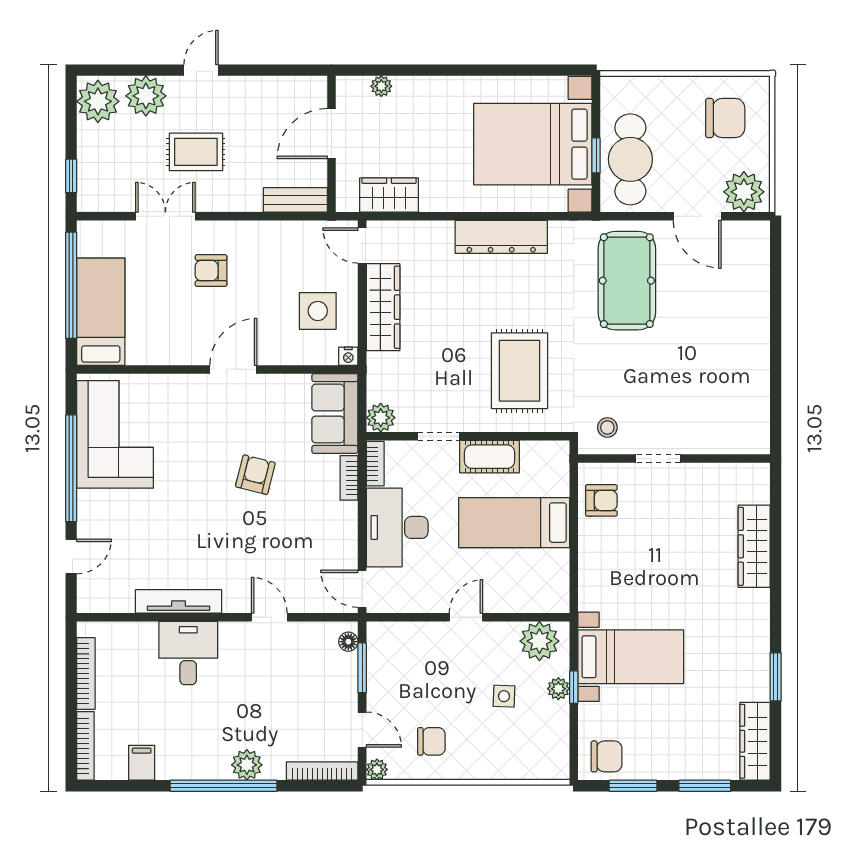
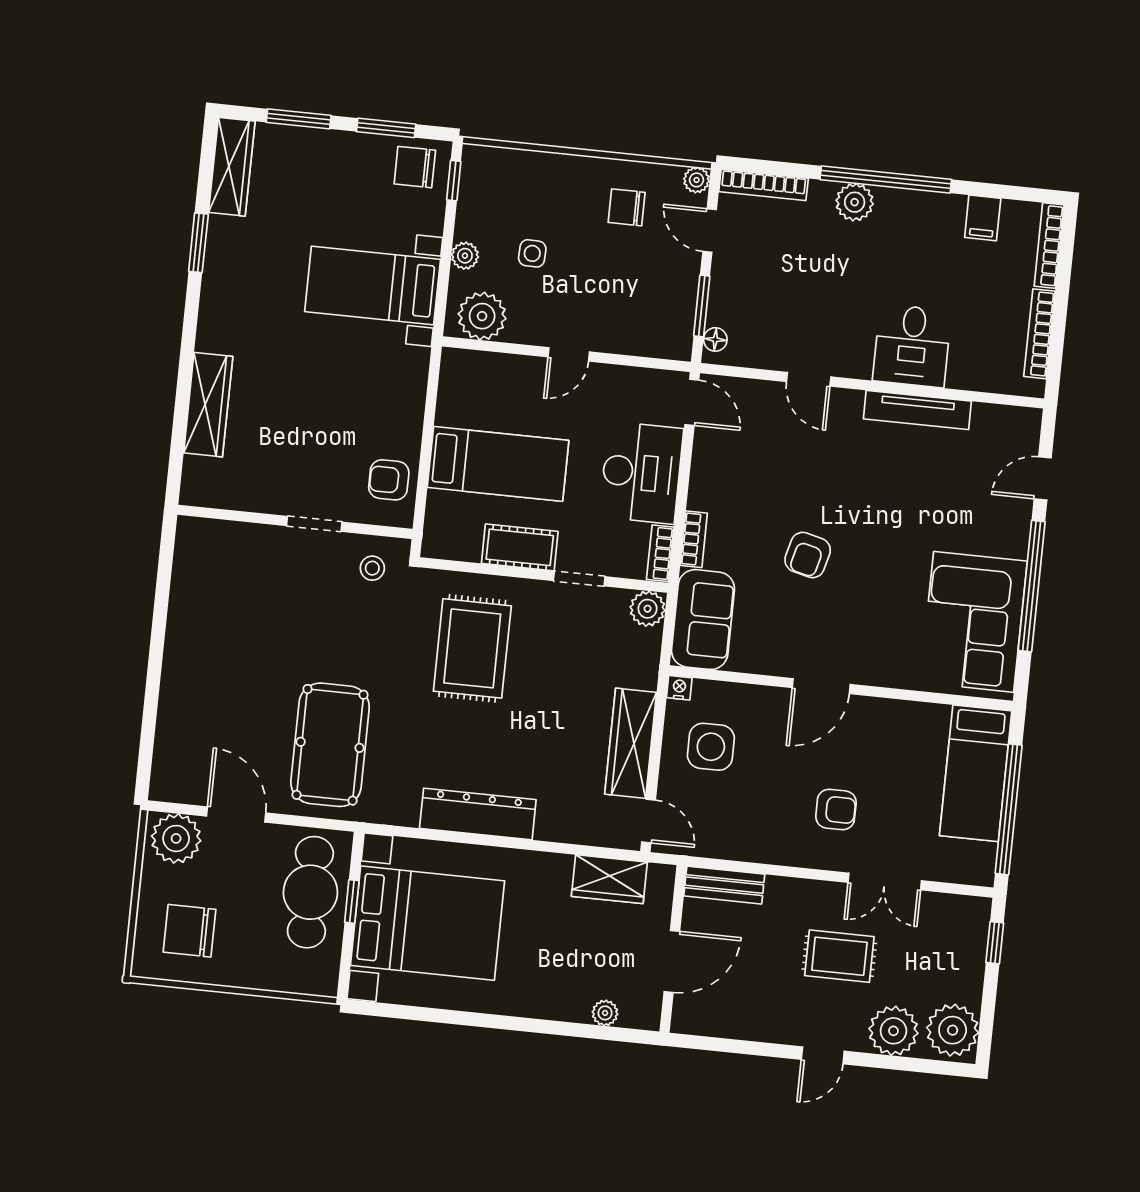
window: (574, 687) -> (454, 181), moved

